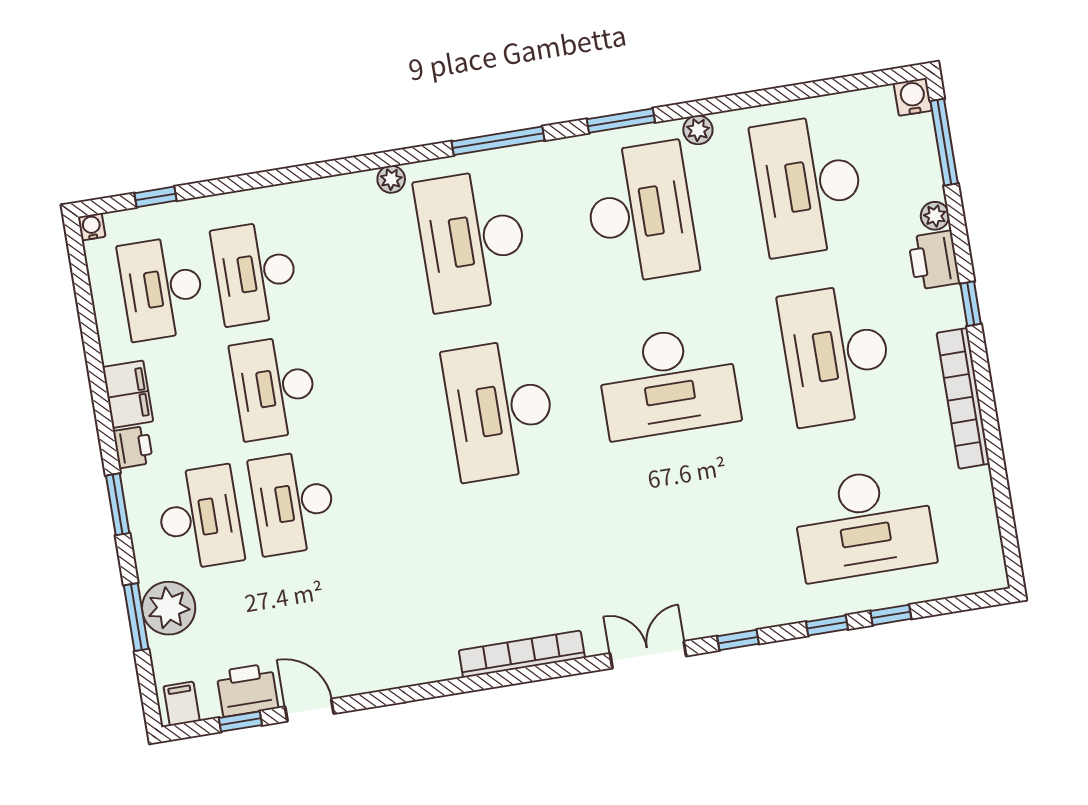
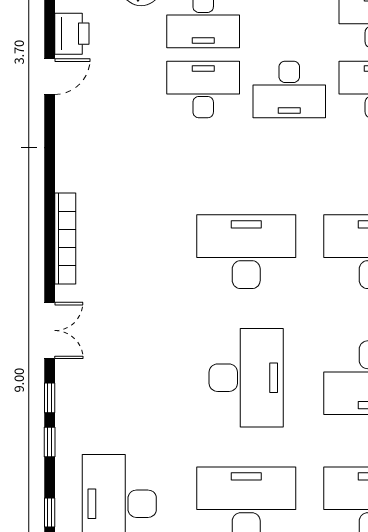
desk: (668, 382) -> (246, 378), turned 180
desk: (274, 388) -> (289, 89), turned 180
window: (827, 625) -> (50, 442), moved
window: (240, 722) -> (50, 25), removed

